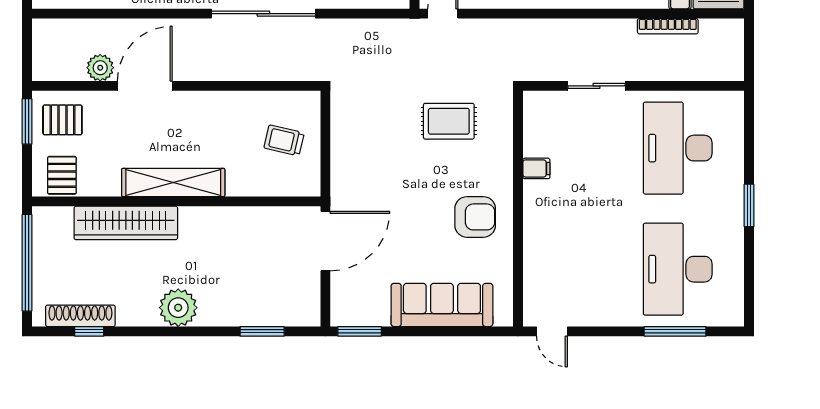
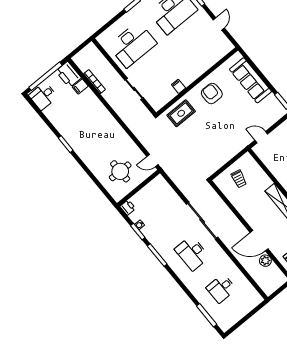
rug: (449, 121) -> (181, 113), moved, turned 90
door: (325, 241) -> (261, 137), width x0.53
door: (552, 331) -> (219, 24), moved

